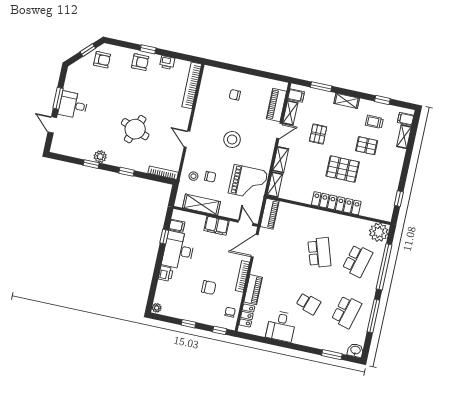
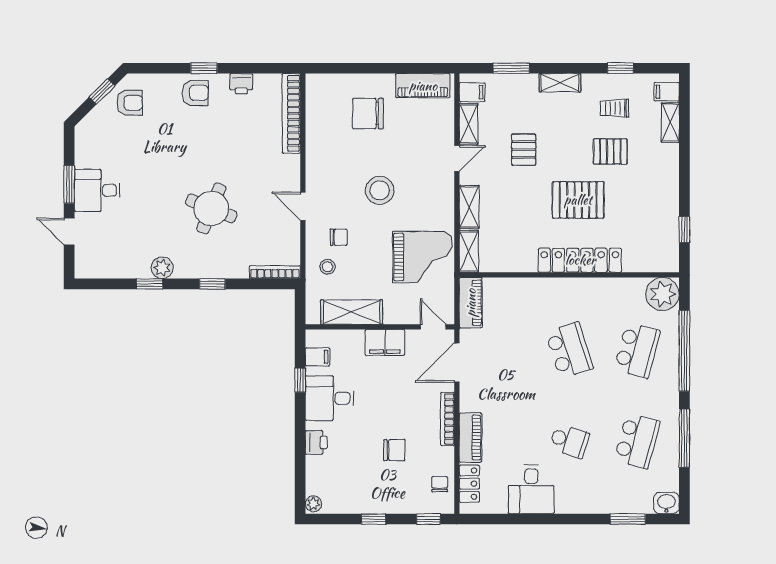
chair: (235, 95) -> (368, 114), width x1.87, depth x1.87
piano: (276, 105) -> (423, 86), moved, turned -90
chair: (210, 177) -> (339, 237), moved
desk: (179, 250) -> (329, 398), width x0.73

